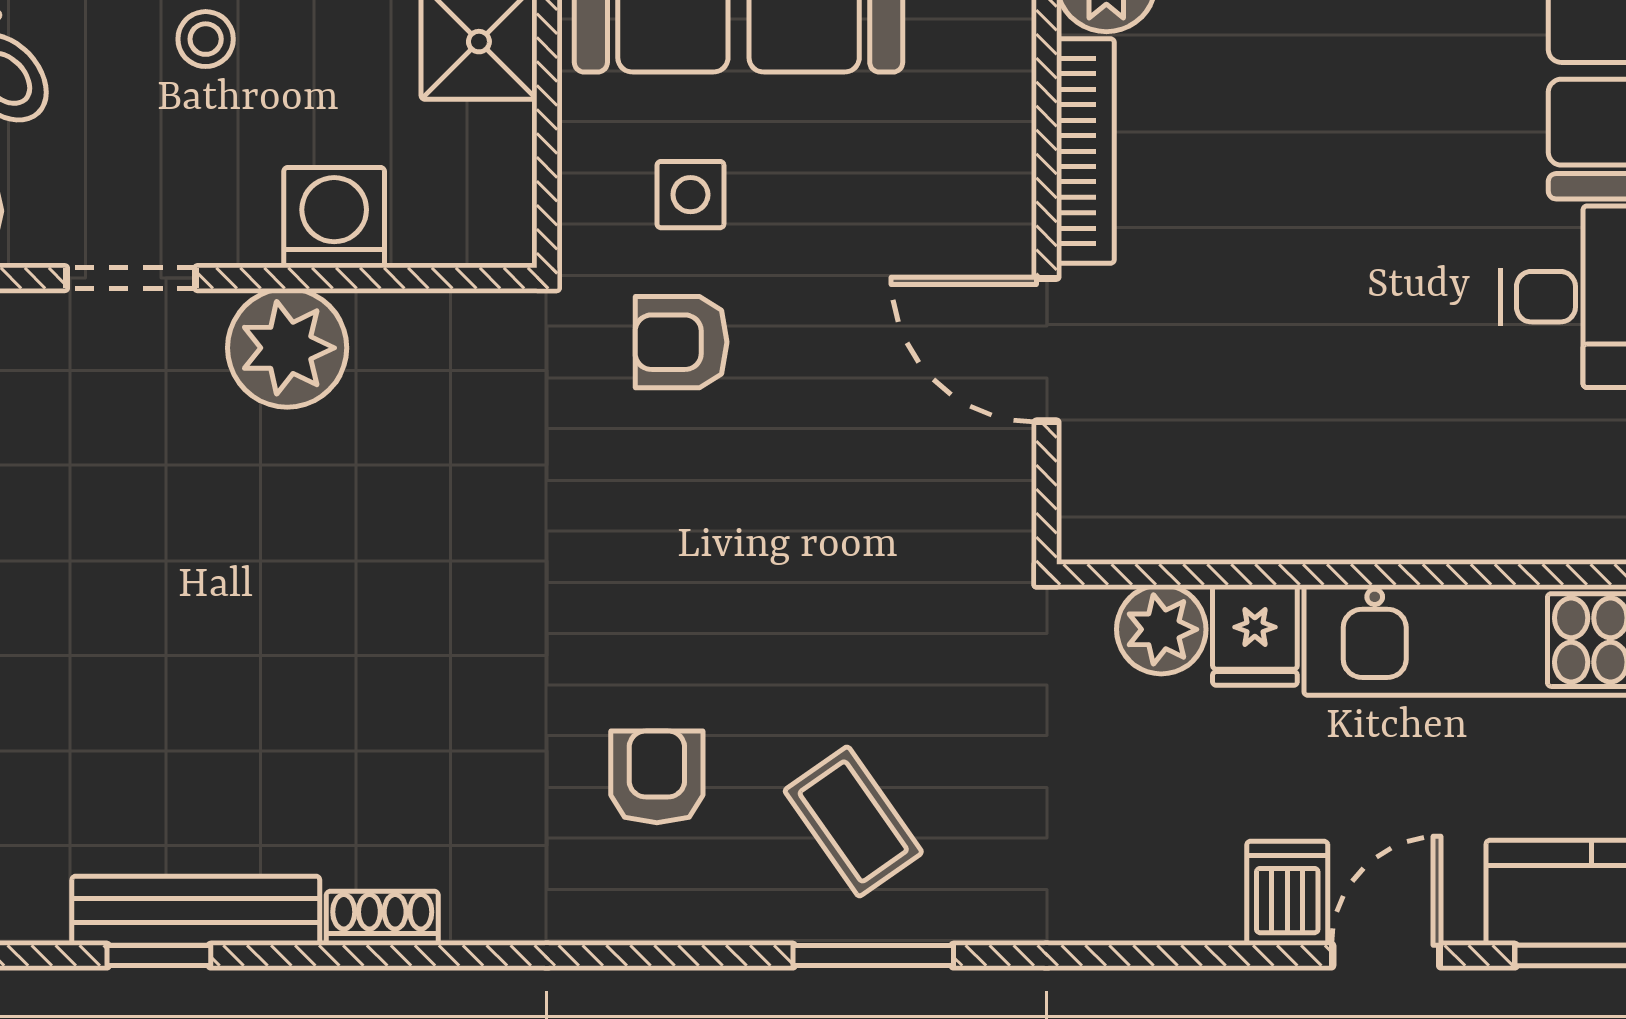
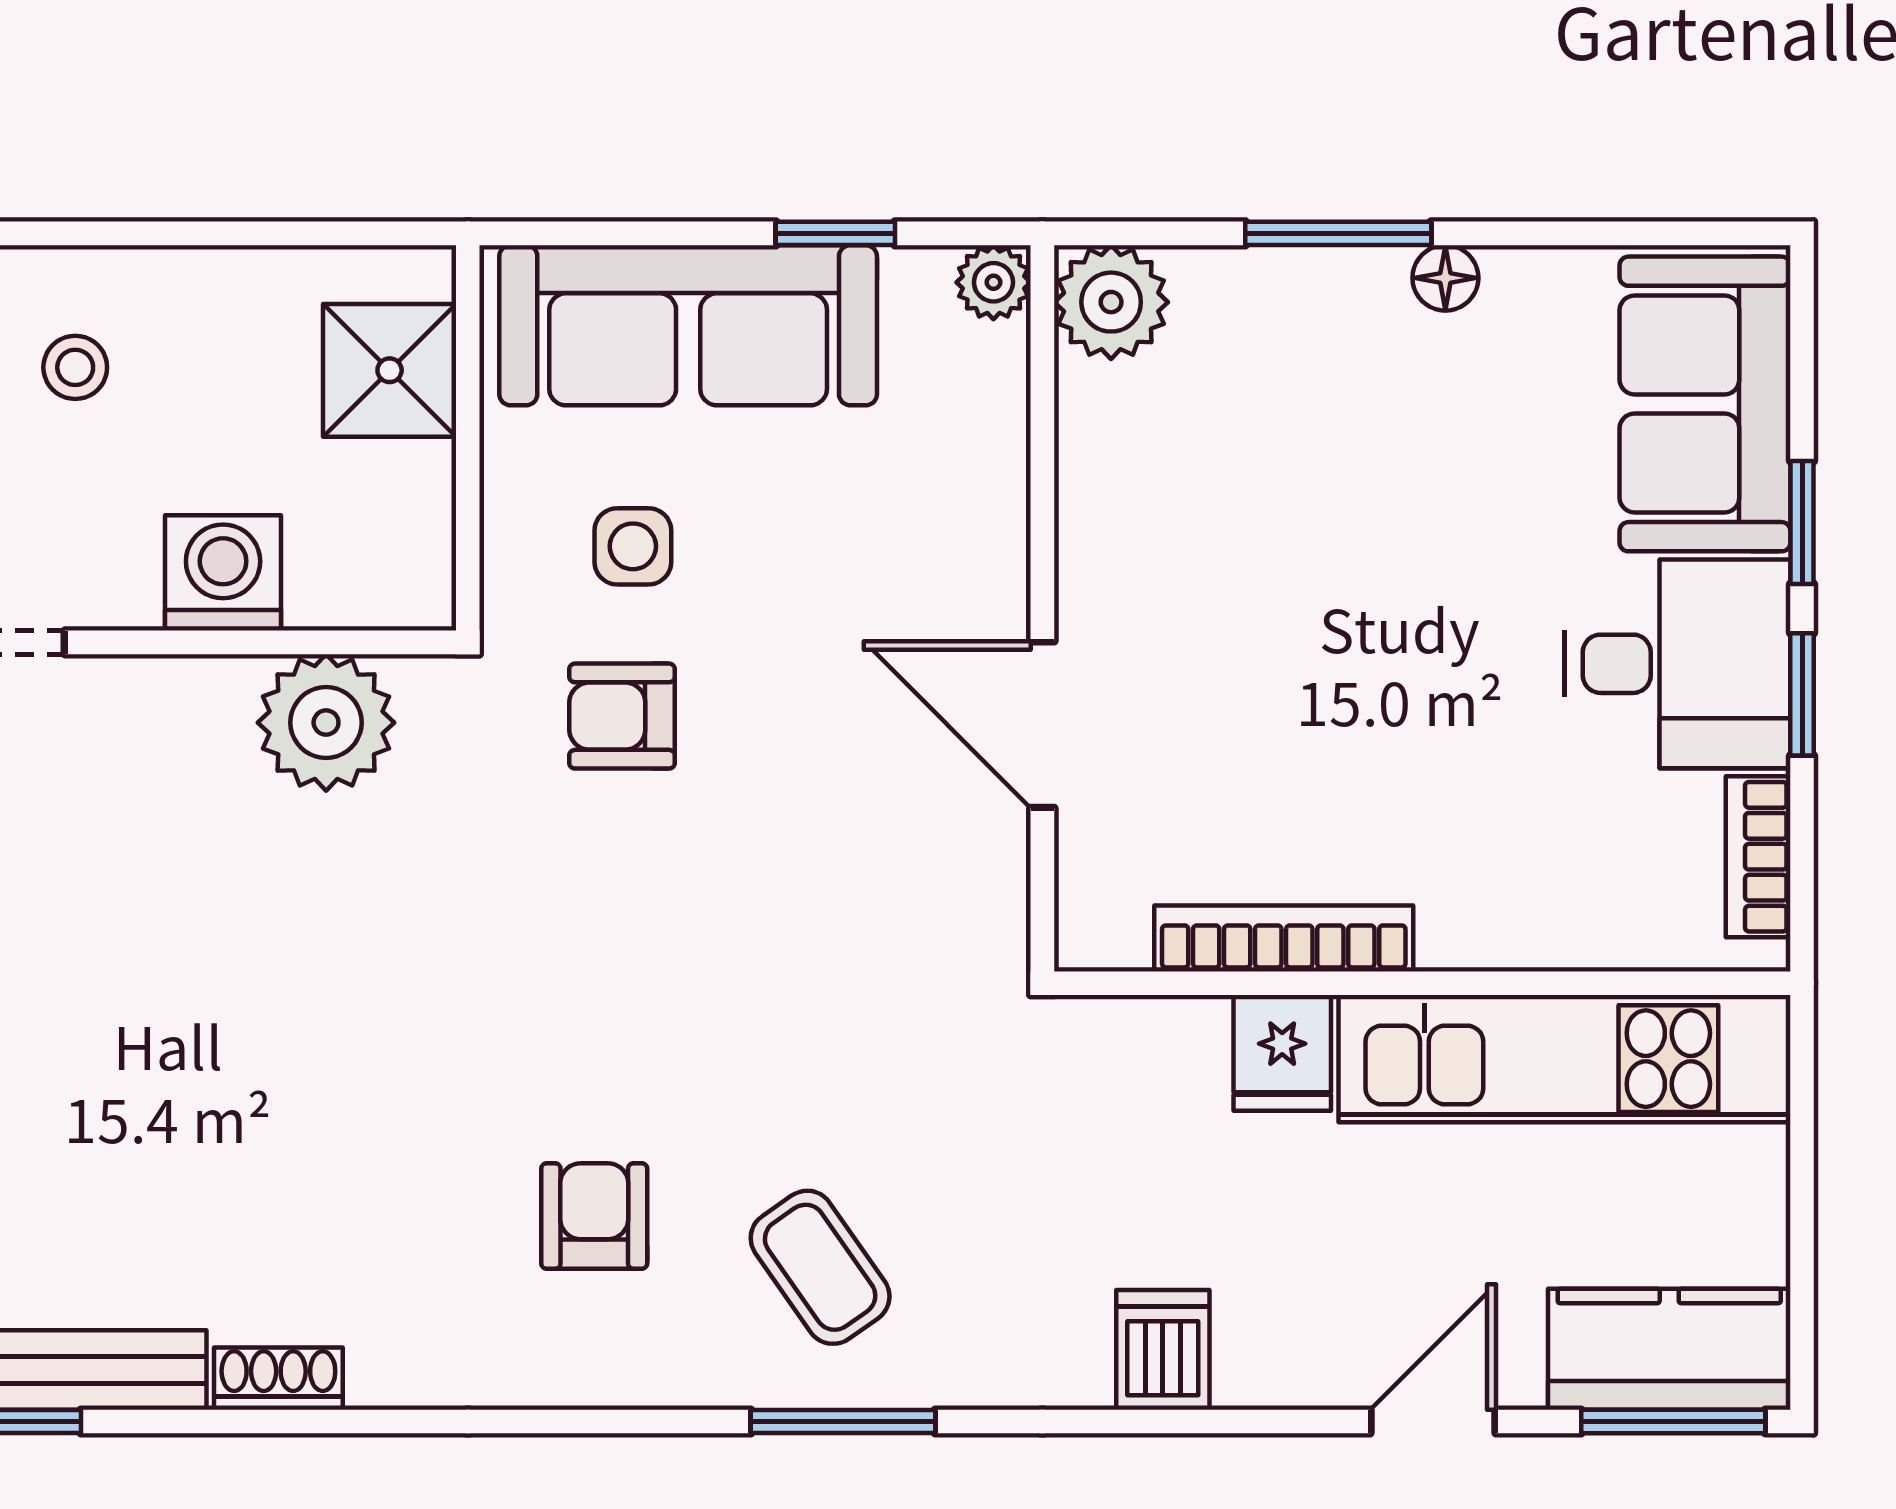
bookcase: (1085, 151) -> (1284, 938), moved, turned -90
plant: (287, 348) -> (326, 723), moved
plant: (1161, 629) -> (1174, 1046), removed
dishwasher: (1287, 893) -> (1163, 1350), moved

